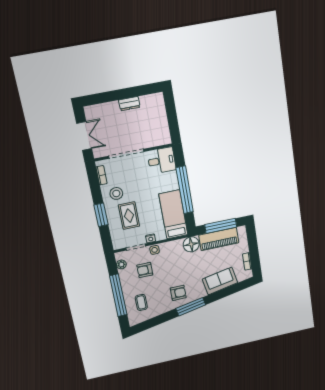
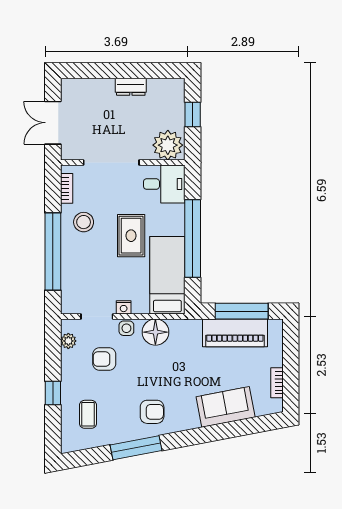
window: (172, 114) -> (193, 115), added
double door: (84, 136) -> (53, 123), swing flipped
plant: (159, 136) -> (168, 145), added
window: (101, 215) -> (53, 252), width x2.11
rug: (129, 216) -> (131, 236), moved
floor lamp: (191, 244) -> (155, 332), moved
window: (118, 295) -> (53, 393), width x0.32
window: (191, 307) -> (136, 448), moved

